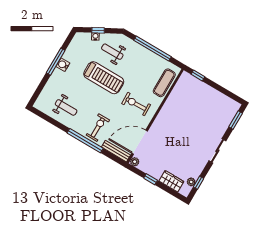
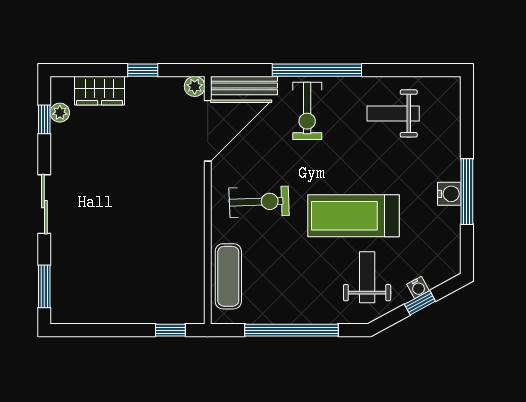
weight bench: (112, 52) -> (367, 277), turned -90

